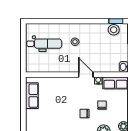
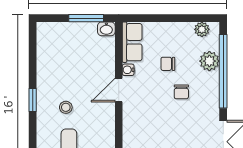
window: (116, 21) -> (33, 100), moved
stool: (114, 30) -> (47, 45), removed

